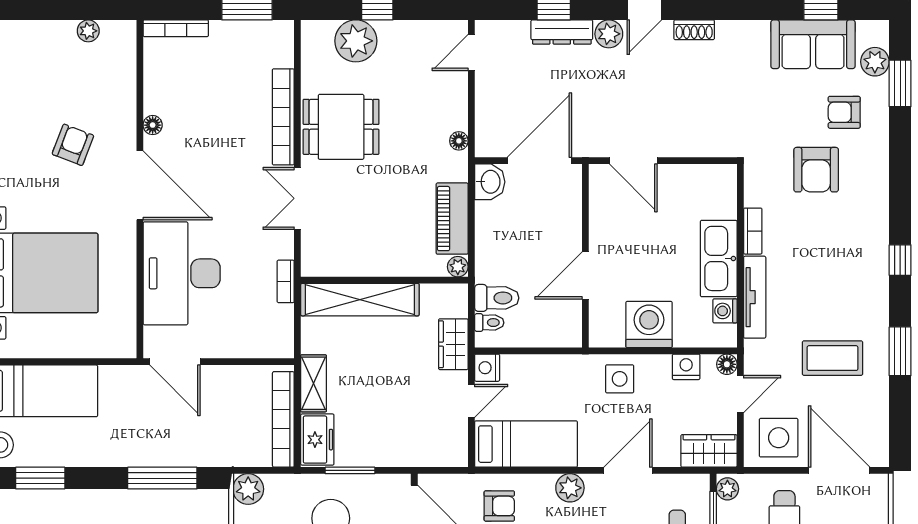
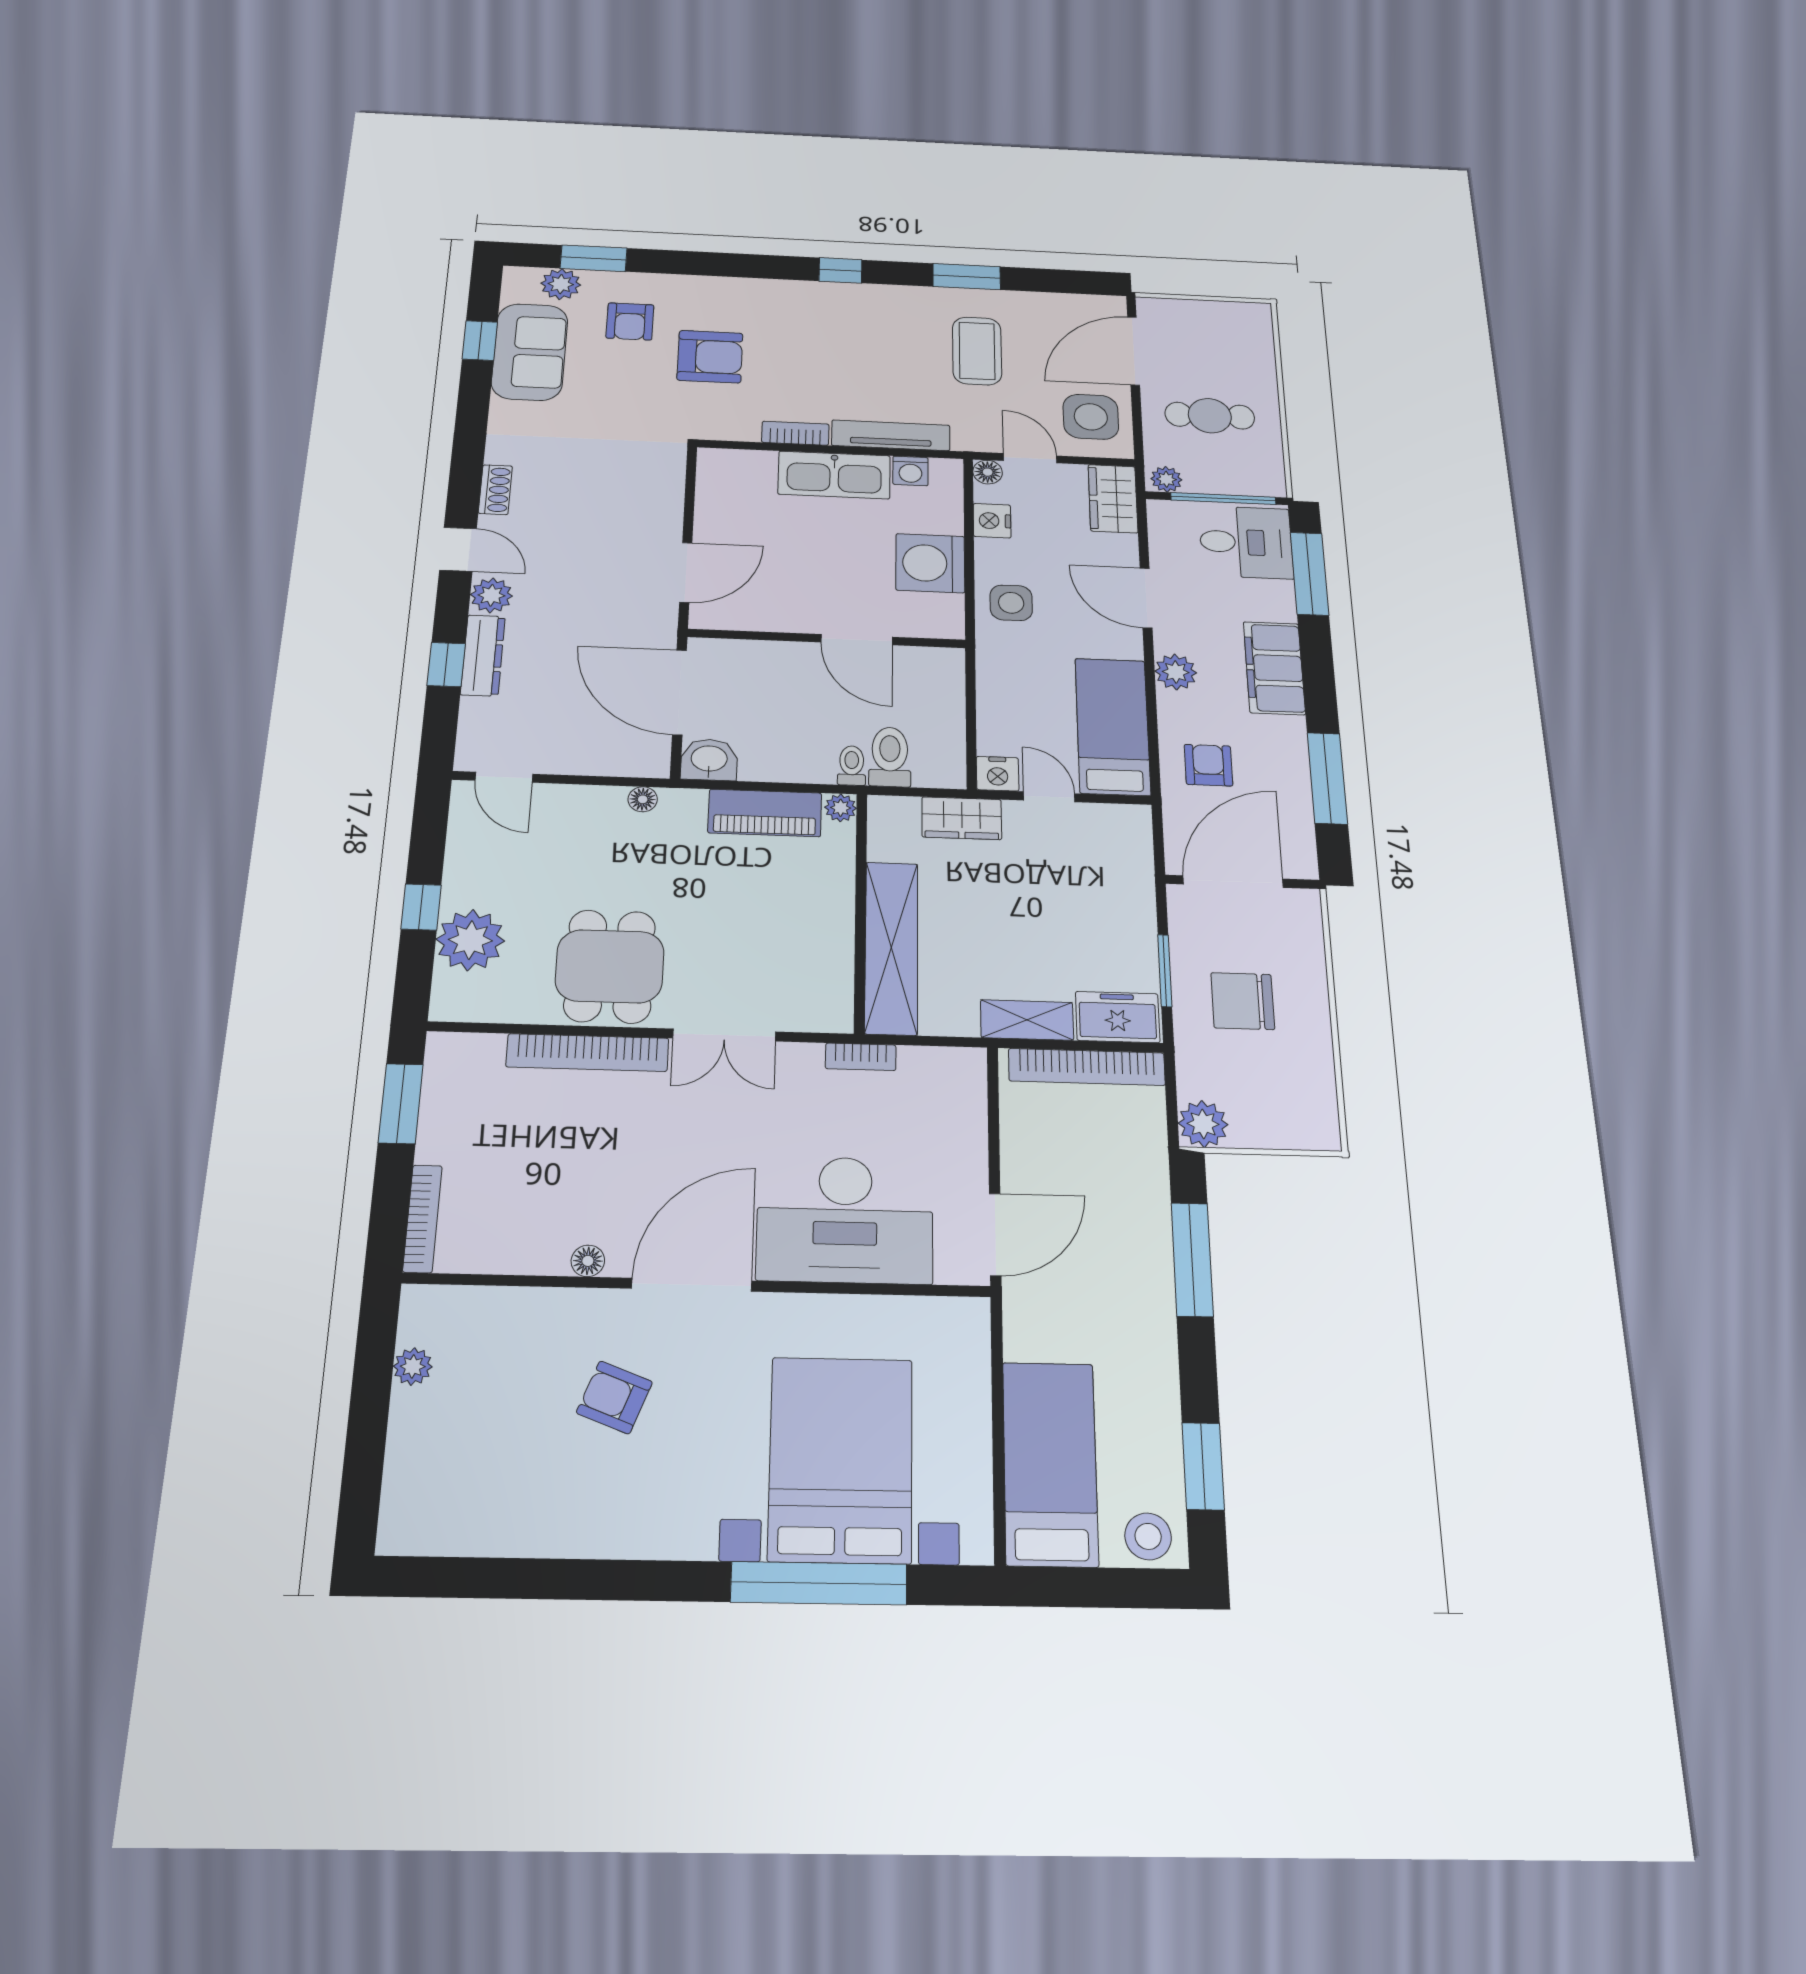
toilet: (489, 323) -> (852, 766), moved

